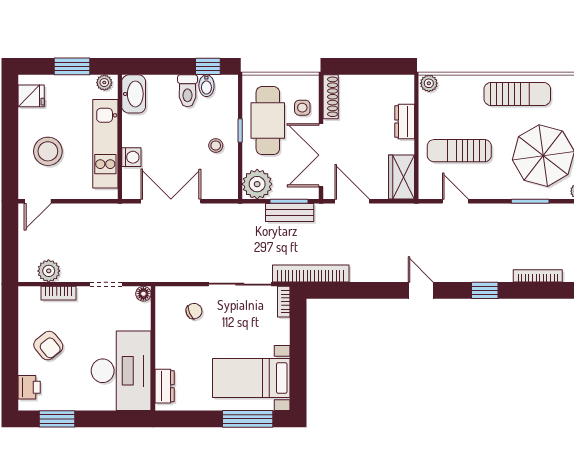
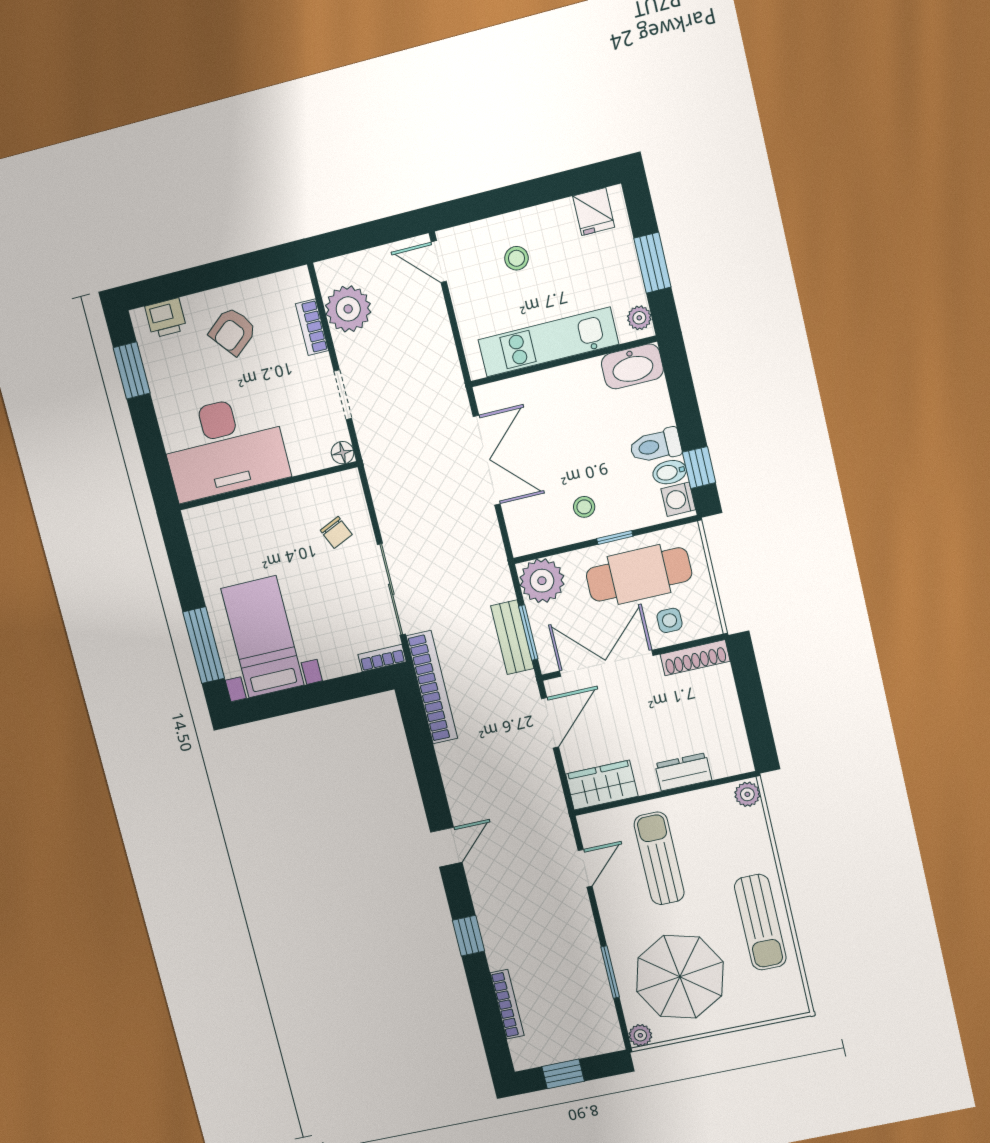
stool: (48, 151) -> (516, 258), width x0.53, depth x0.53
washing machine: (131, 157) -> (678, 499), moved, turned 90
plant: (49, 271) -> (348, 309), width x1.36, depth x1.36
dresser: (165, 386) -> (219, 516), removed

